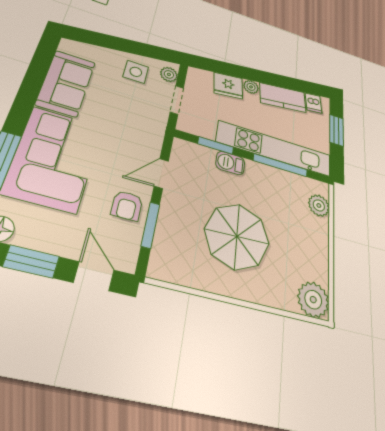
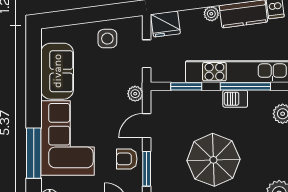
plant: (169, 74) -> (135, 94), moved
fridge: (228, 86) -> (166, 24), moved
barbecue: (230, 163) -> (235, 99), moved
armchair: (127, 206) -> (127, 159), turned 90

